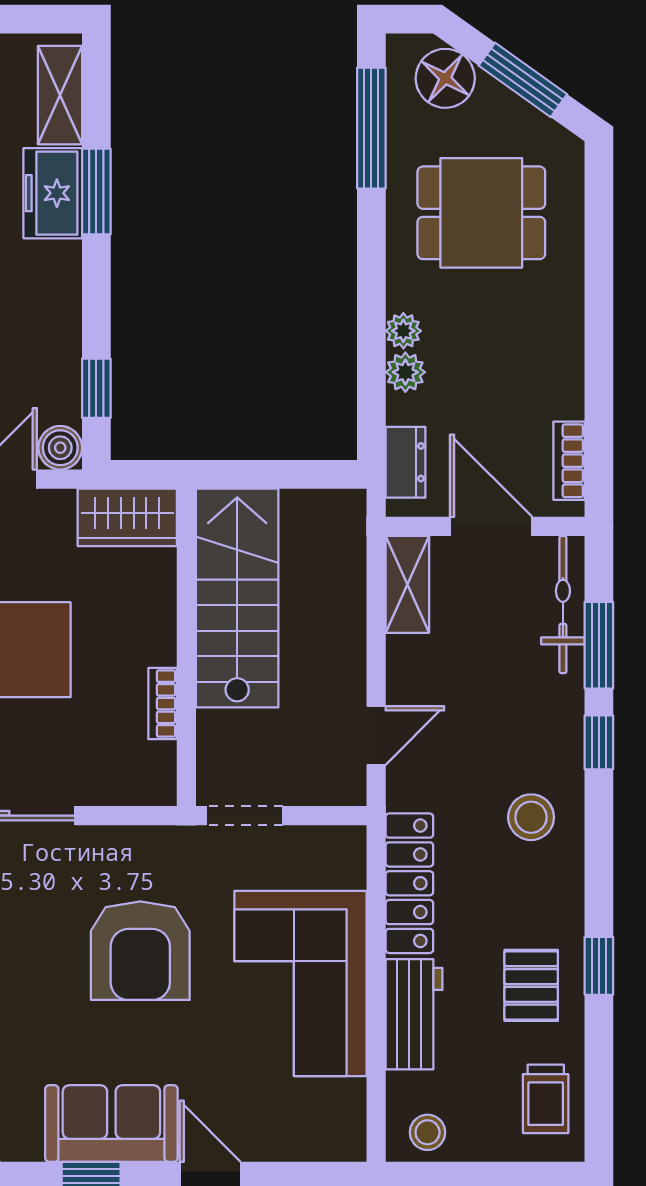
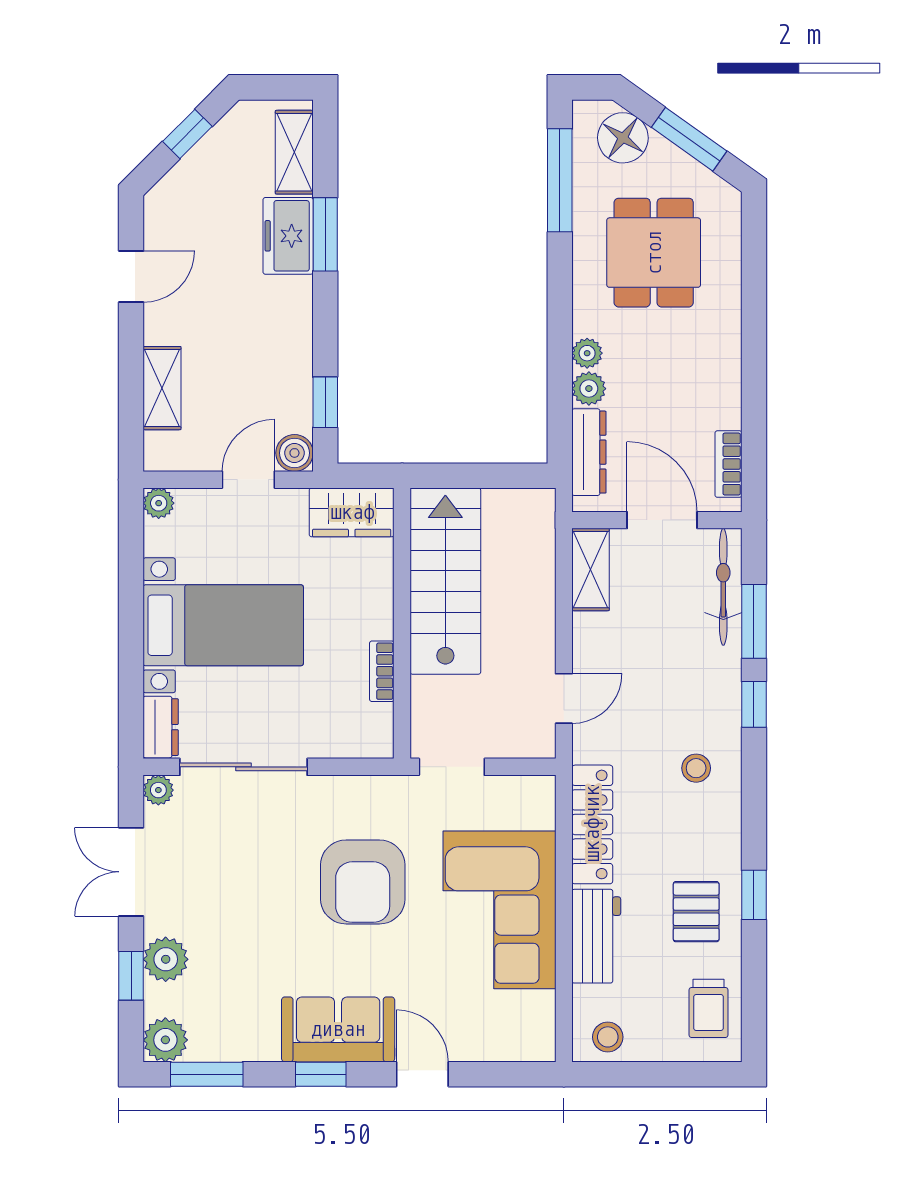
dining table: (481, 213) -> (654, 253), turned 90
dresser: (405, 462) -> (589, 452), width x1.44
stool: (531, 817) -> (696, 768), width x0.73, depth x0.73

